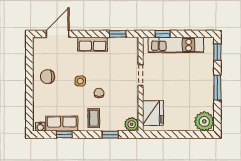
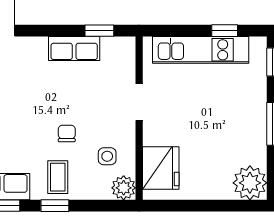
window: (163, 34) -> (225, 31), moved
row of seats: (92, 44) -> (74, 48), moved
side table: (80, 81) -> (107, 156), moved
window: (110, 135) -> (55, 206), moved

